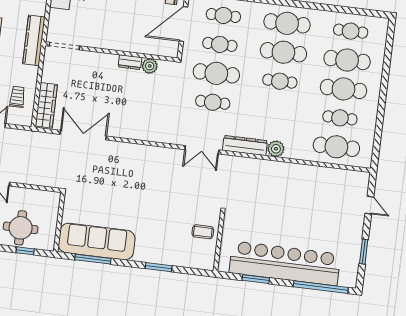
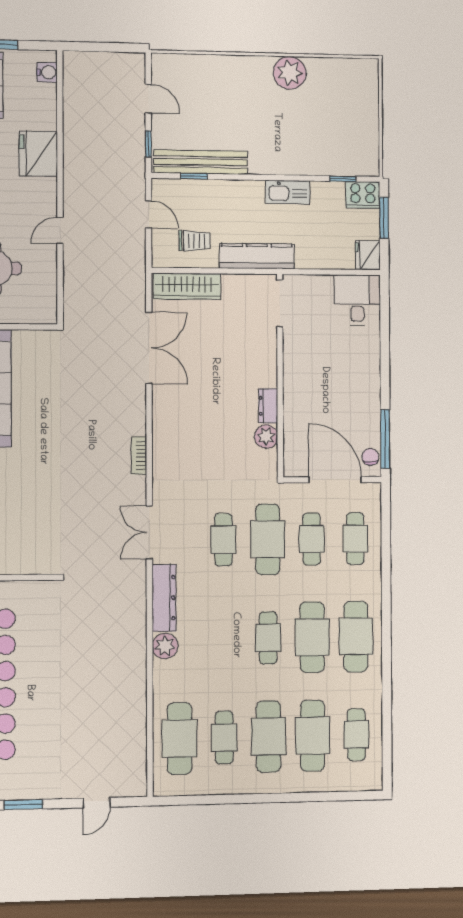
kitchen counter: (34, 40) -> (257, 256), moved
bookcase: (152, 150) -> (139, 456), added
coffee table: (203, 232) -> (23, 551), removed

